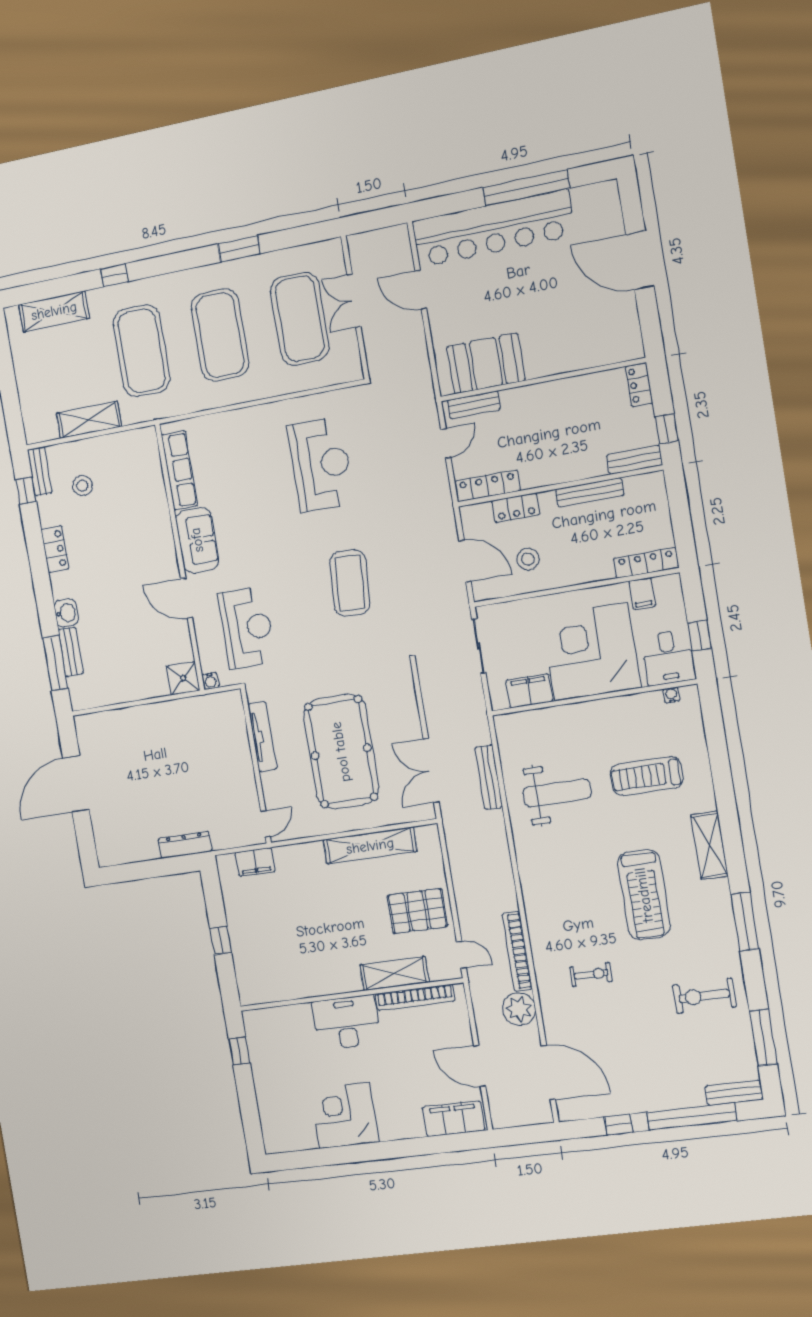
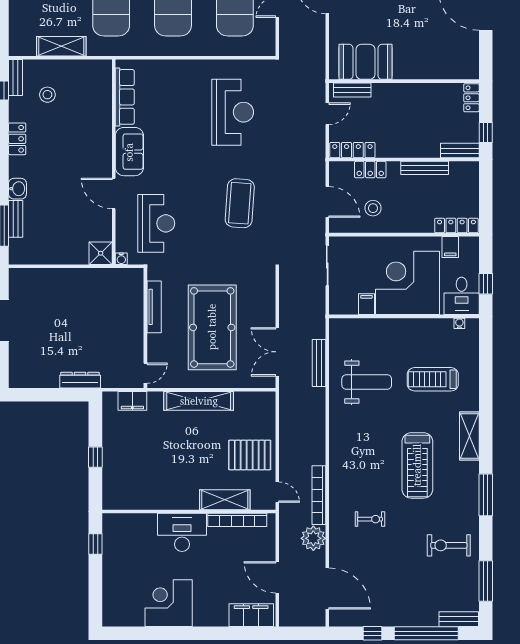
filing cabinet: (529, 691) -> (366, 304), width x0.50
shelving: (370, 846) -> (199, 401), moved

